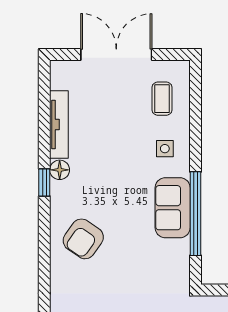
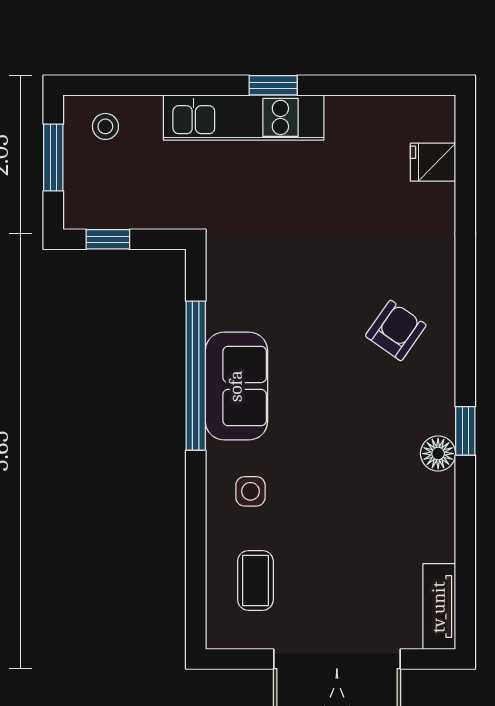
tv unit: (59, 124) -> (439, 607), moved, width x0.71
armchair: (83, 239) -> (396, 330), width x0.72, depth x0.72

